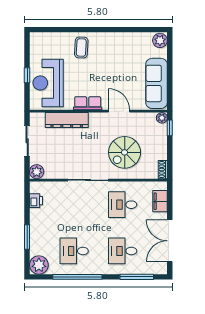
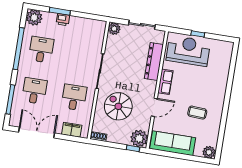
coffee table: (81, 47) -> (197, 113), moved
plant: (162, 118) -> (139, 138), width x1.88, depth x1.88
printer: (36, 201) -> (63, 20), moved

